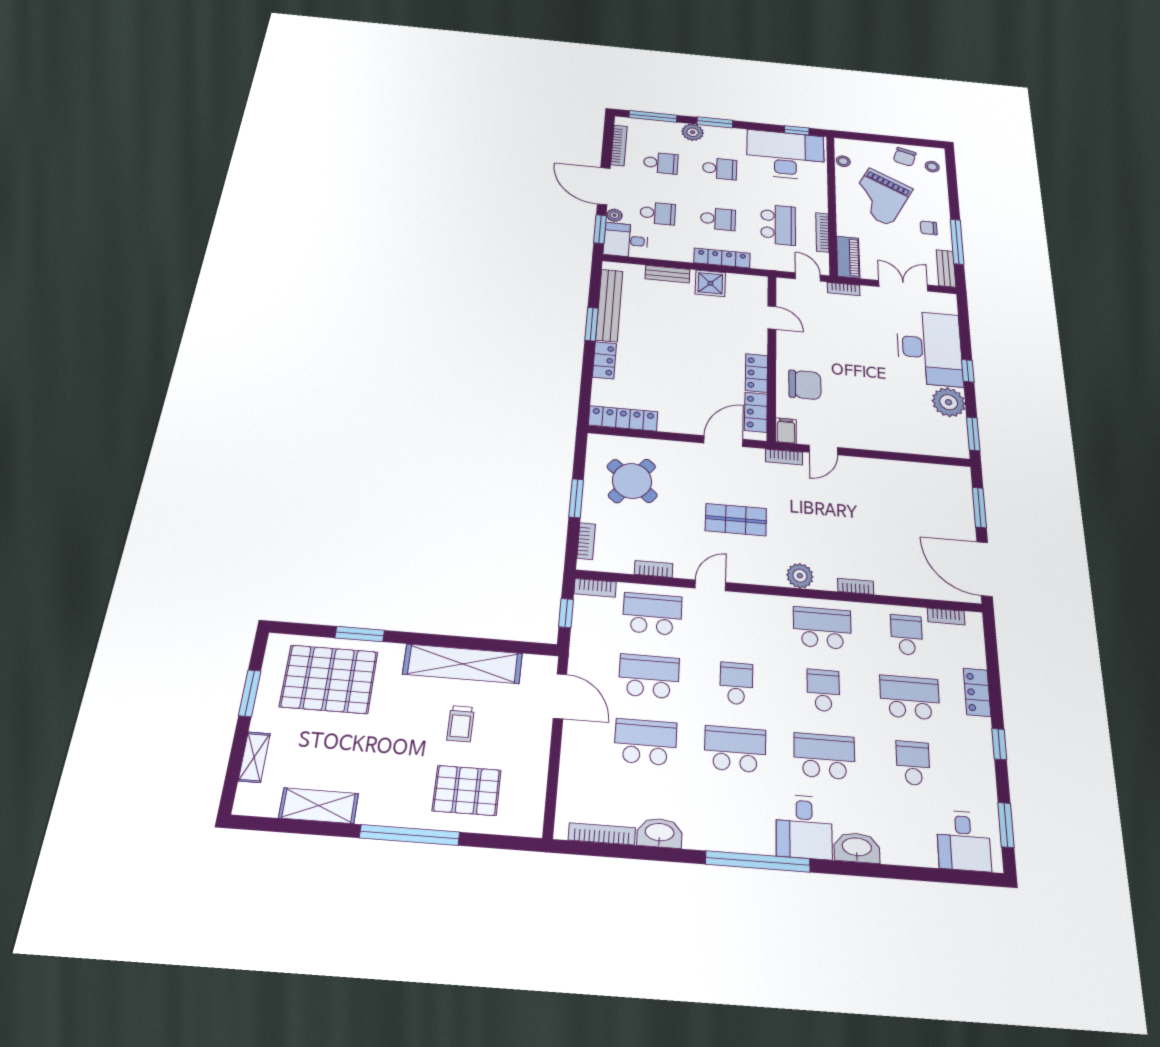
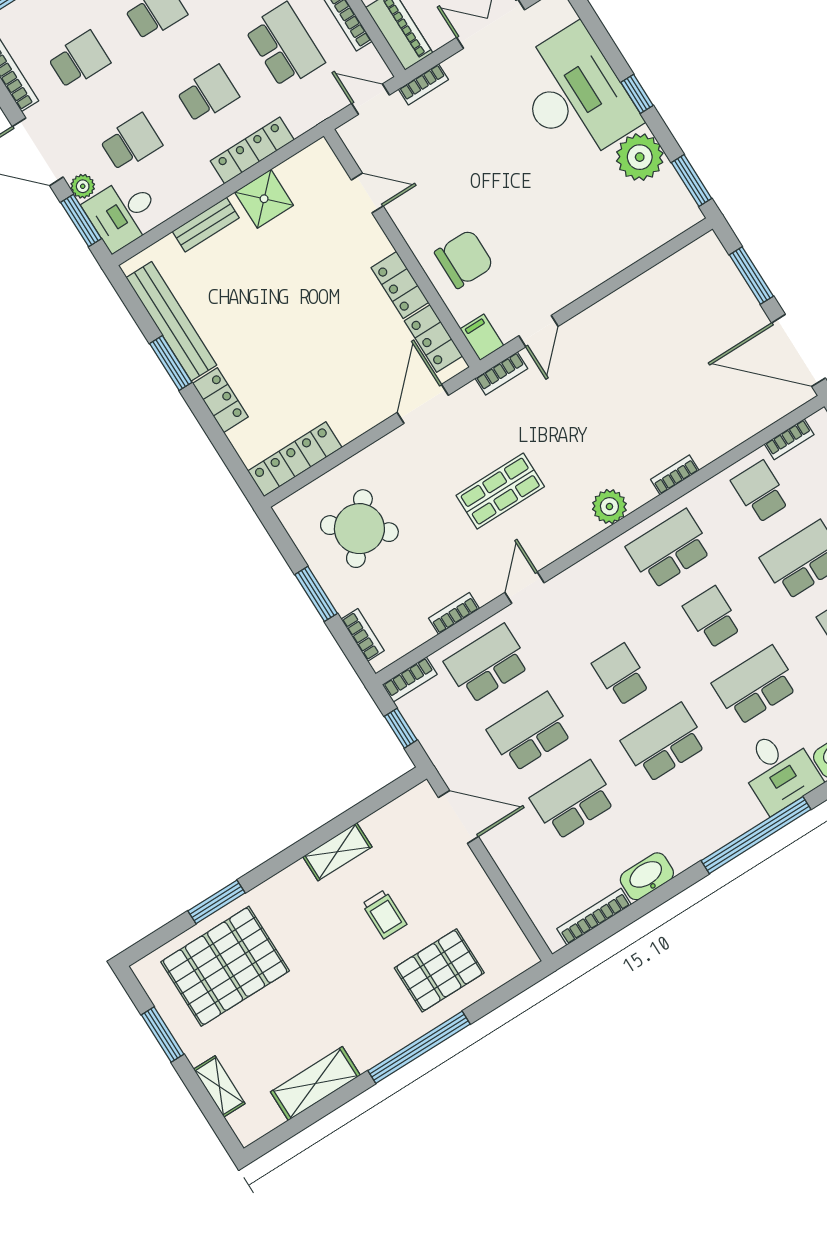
shelving: (463, 664) -> (337, 852), width x0.45, depth x0.75

